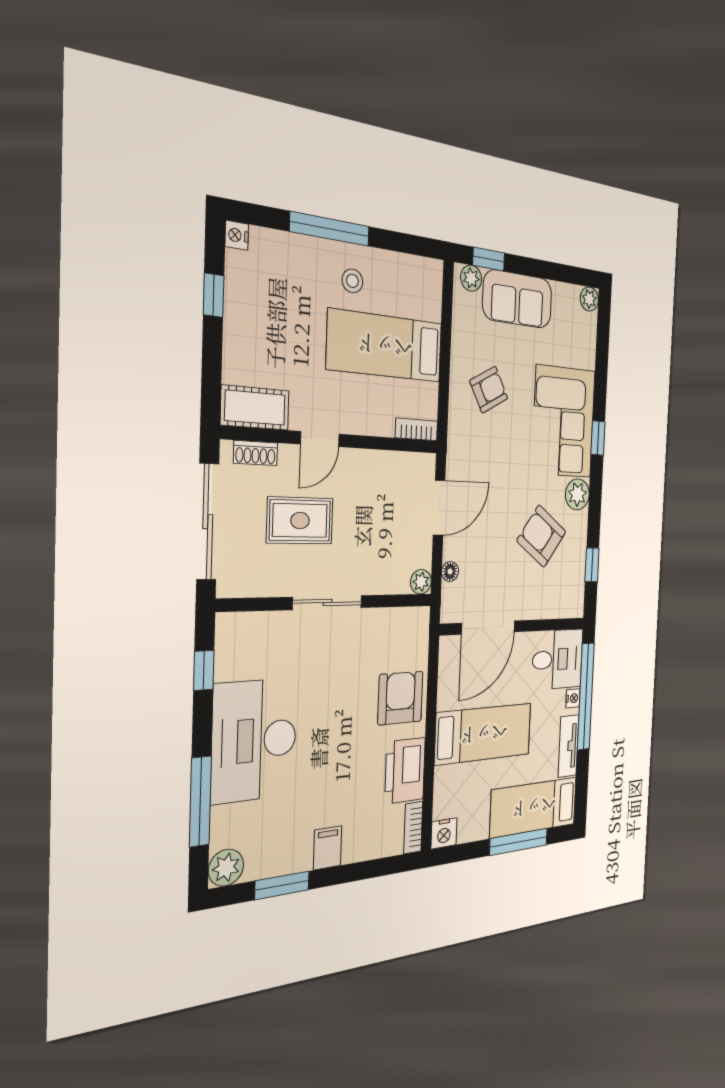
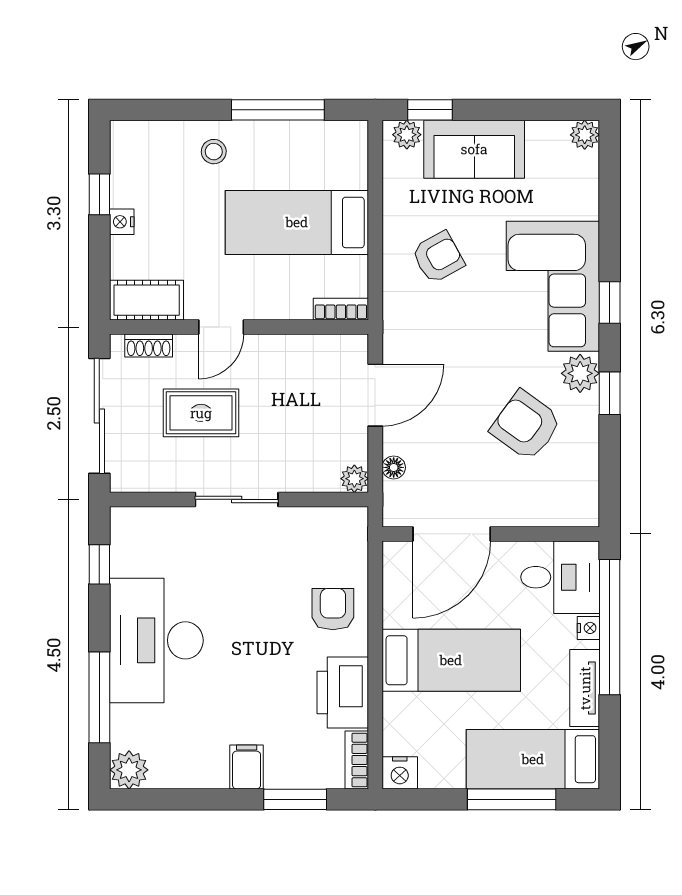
window: (330, 229) -> (278, 110), moved
nightstand: (237, 235) -> (122, 222), moved
stool: (352, 281) -> (214, 152), moved
window: (592, 565) -> (610, 393), moved
armchair: (400, 698) -> (333, 609), width x0.72, depth x0.72
window: (282, 885) -> (295, 799), moved

